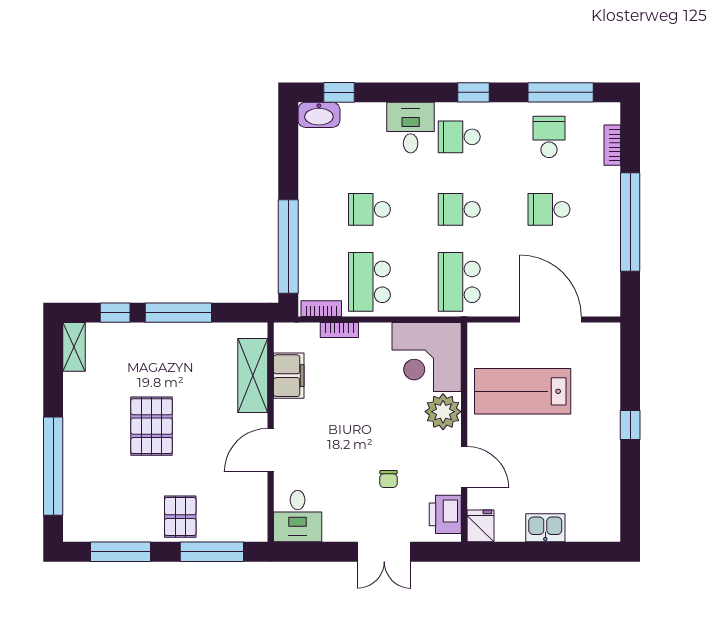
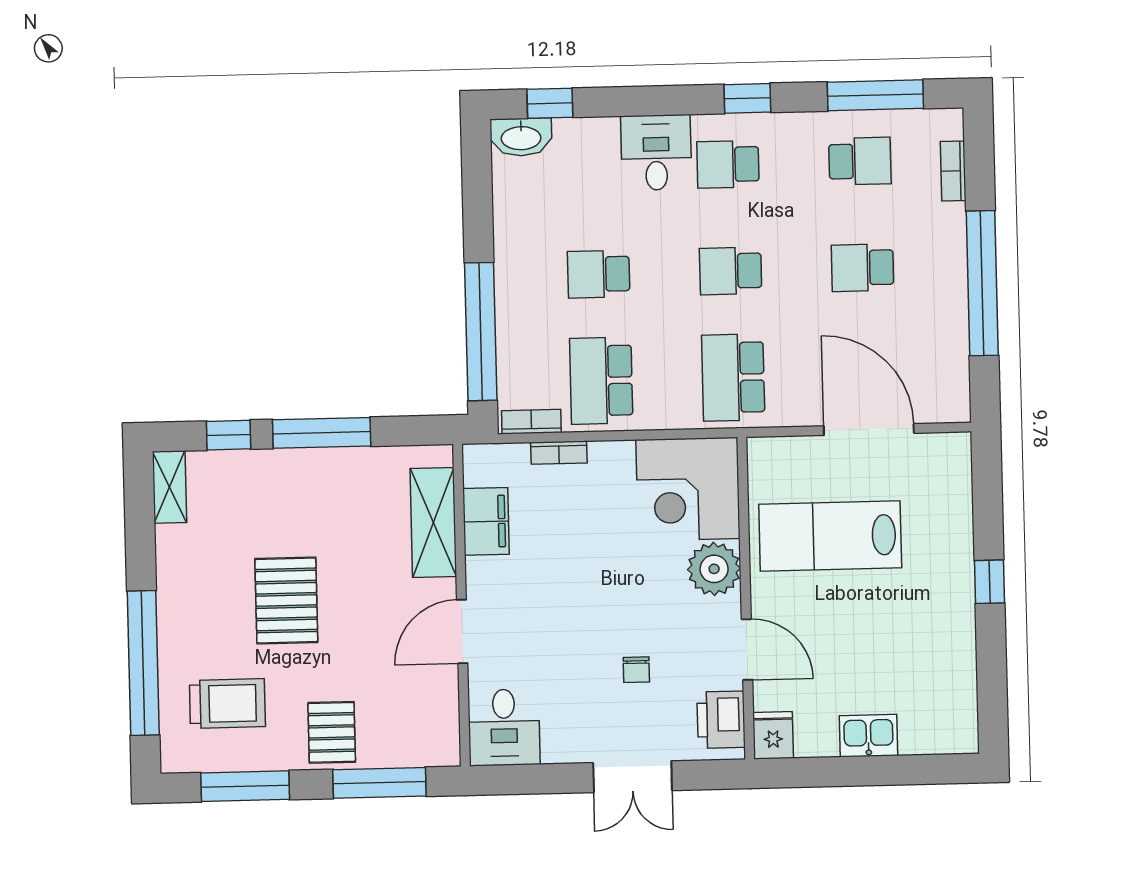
school desk: (549, 137) -> (860, 161), turned 90
trolley: (110, 495) -> (227, 704), added

